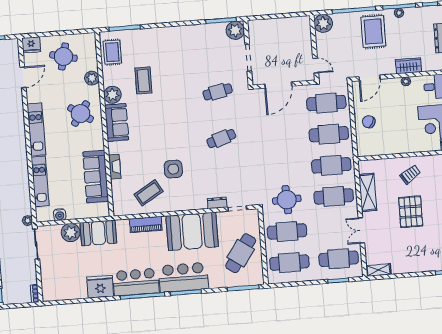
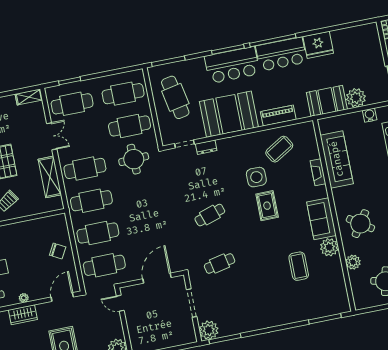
rug: (112, 52) -> (267, 206), moved
cafe table: (241, 253) -> (175, 97), turned -46

